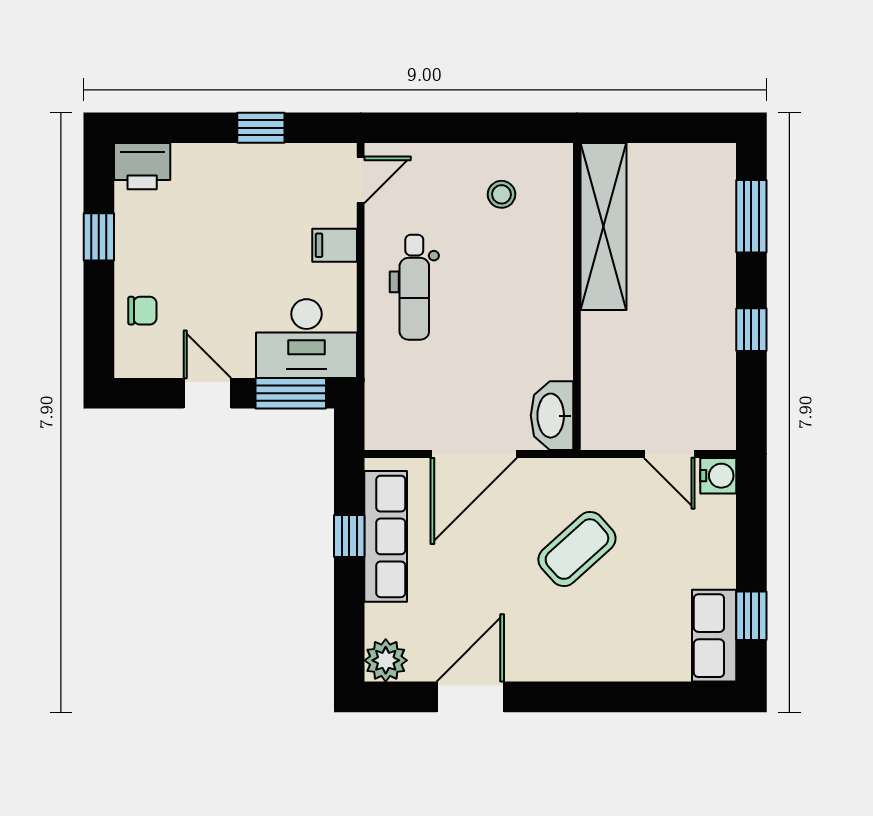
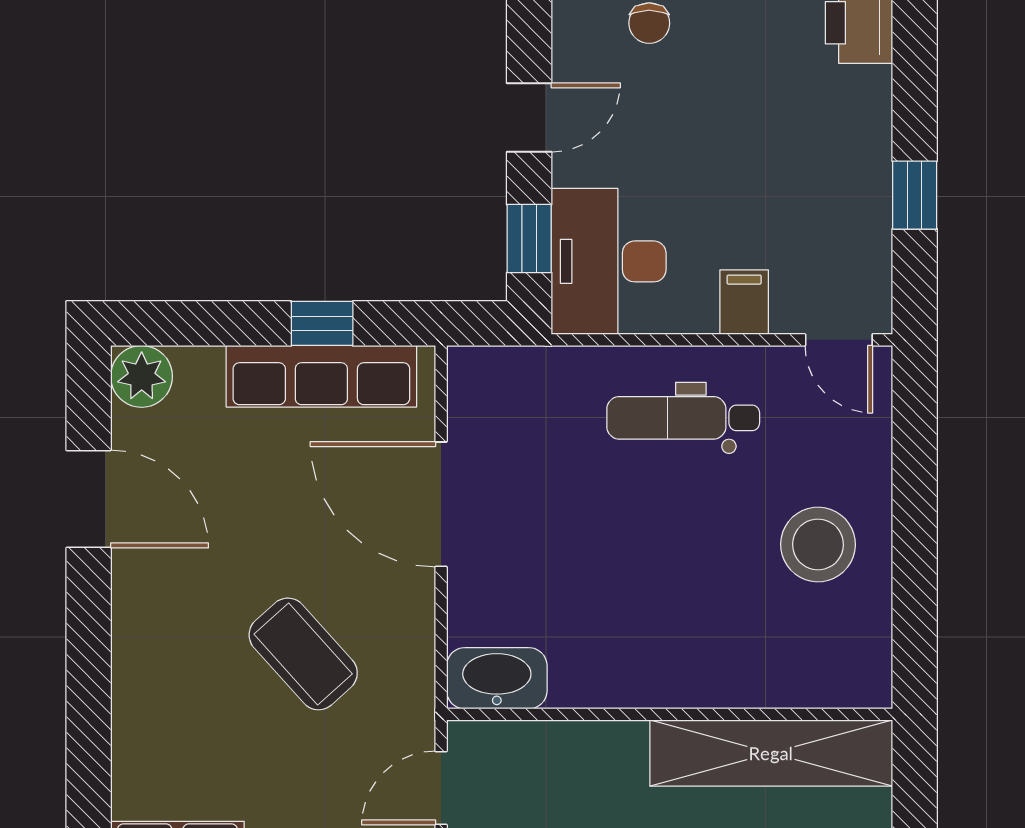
stool: (502, 194) -> (818, 544), width x1.89, depth x1.89
shelving: (604, 227) -> (771, 753), moved
wall: (577, 297) -> (670, 714), moved
window: (291, 393) -> (529, 239), width x0.67
washbasin: (552, 416) -> (497, 678), moved

